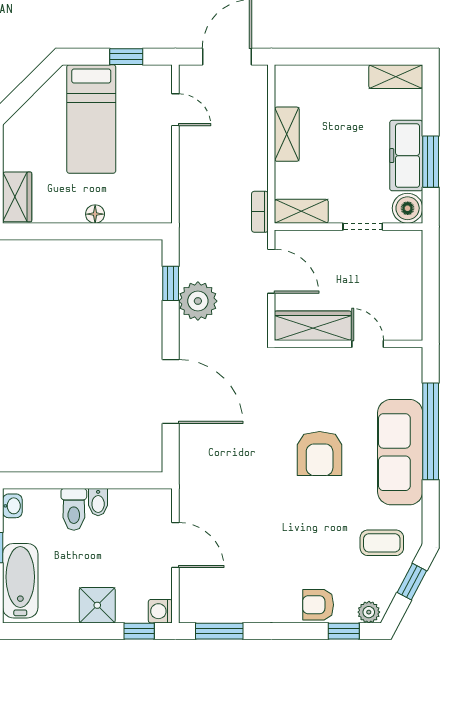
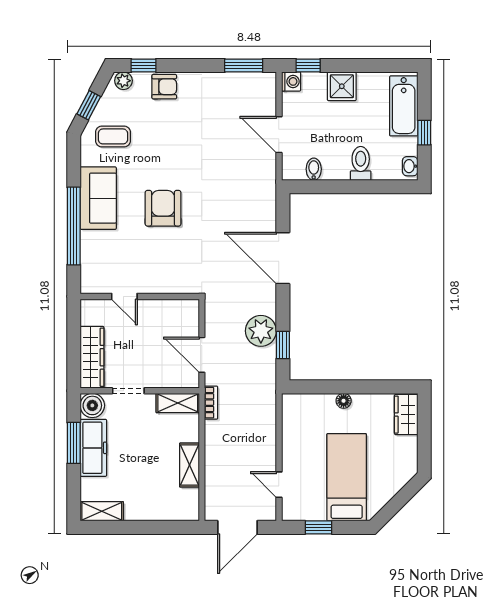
wardrobe: (313, 326) -> (92, 357), moved, turned -90
sofa: (400, 452) -> (98, 198), width x0.73
bidet: (98, 502) -> (314, 169), moved

